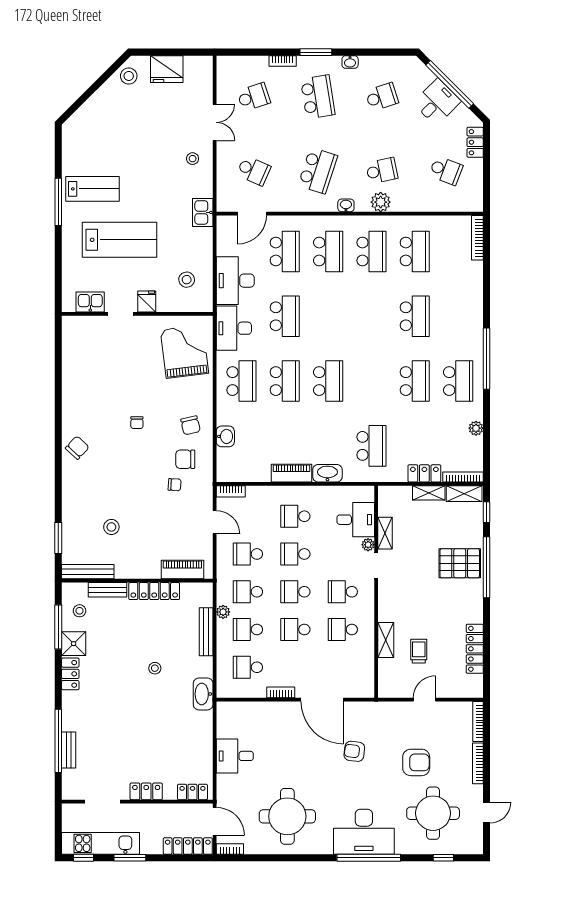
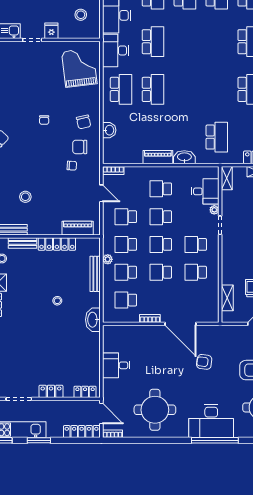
school desk: (328, 381) -> (185, 89), removed
shelving: (385, 533) -> (227, 178), moved
shelving: (386, 640) -> (227, 298), moved

